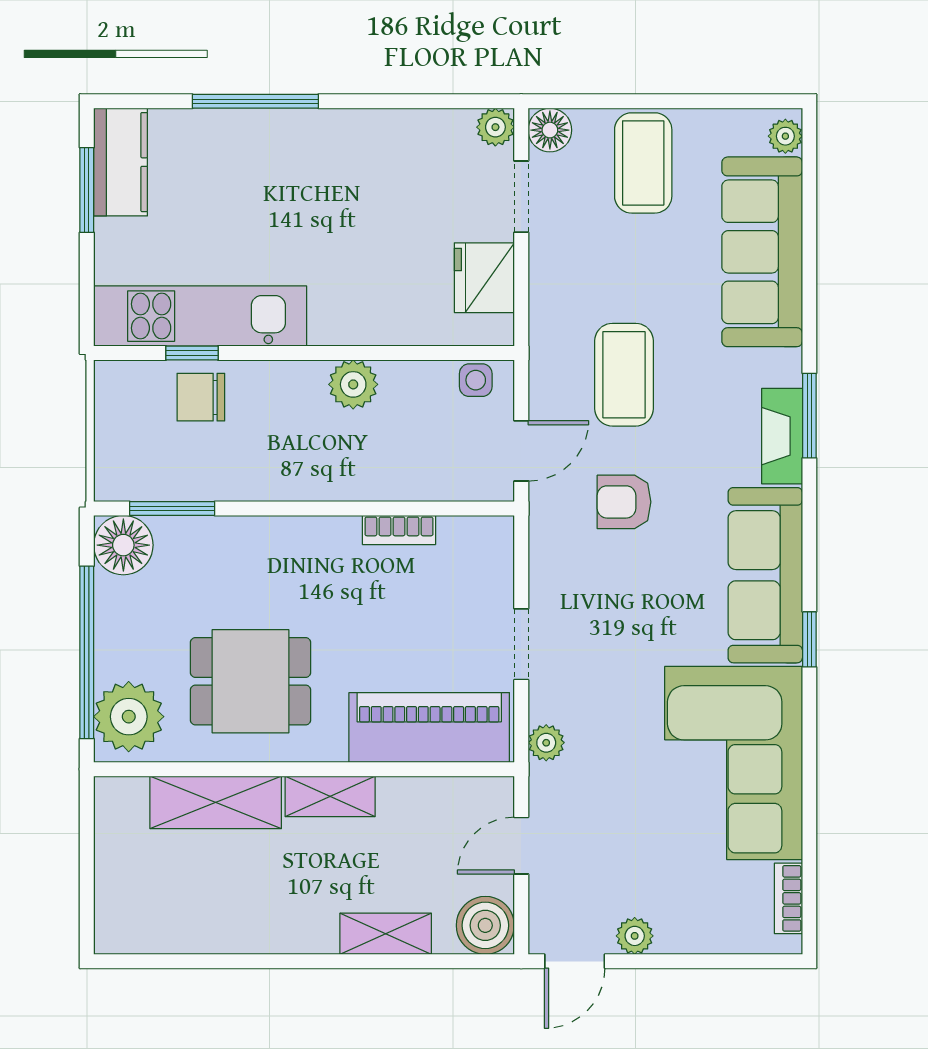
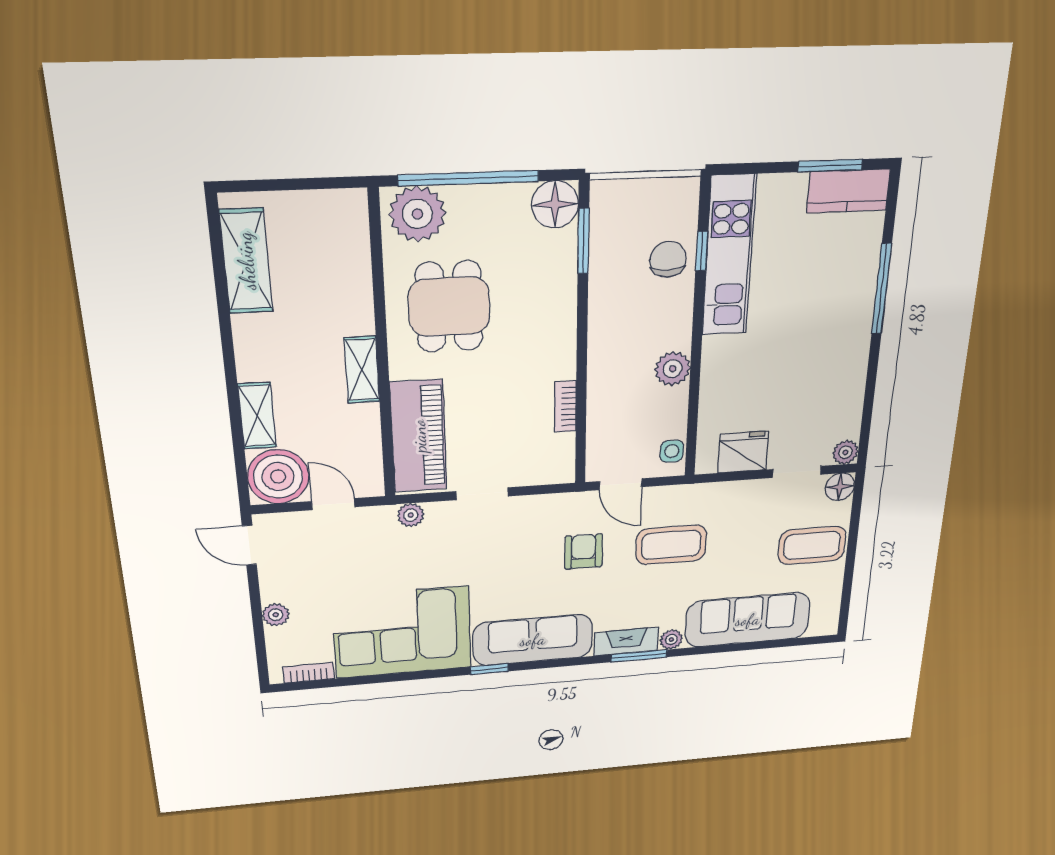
plant: (785, 136) -> (671, 639), moved
shelving: (216, 802) -> (246, 261), moved
boiler: (485, 925) -> (278, 477), width x1.37, depth x1.37
plant: (635, 936) -> (276, 615), moved

